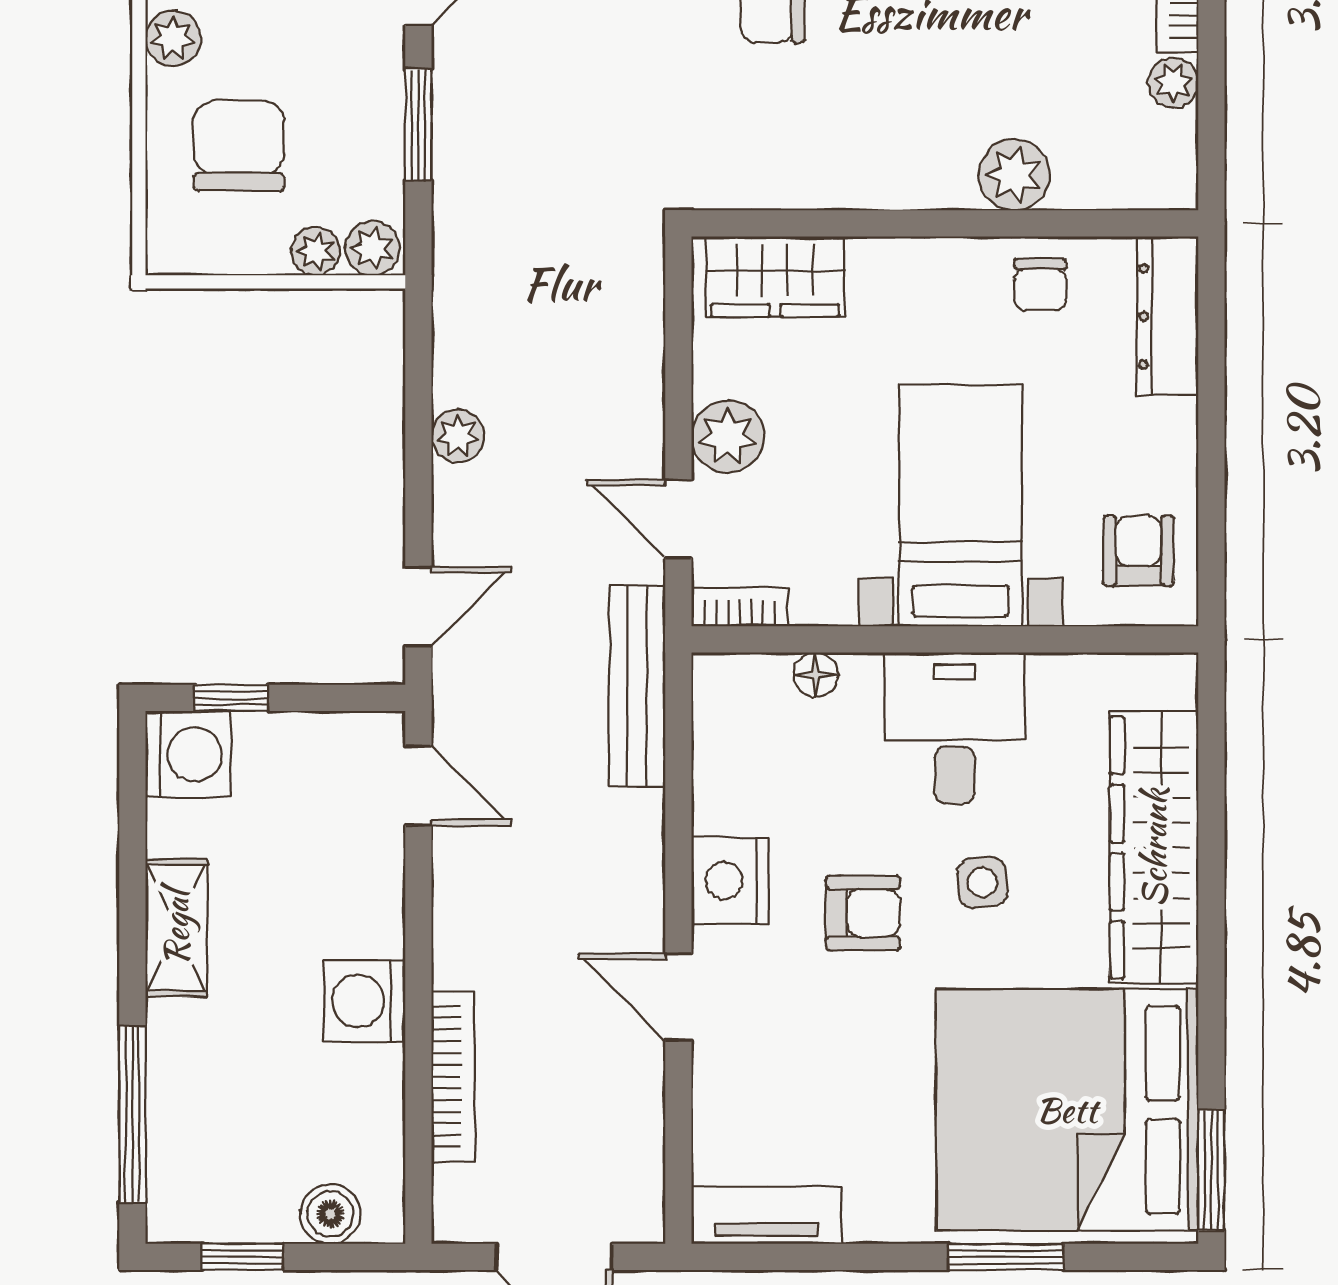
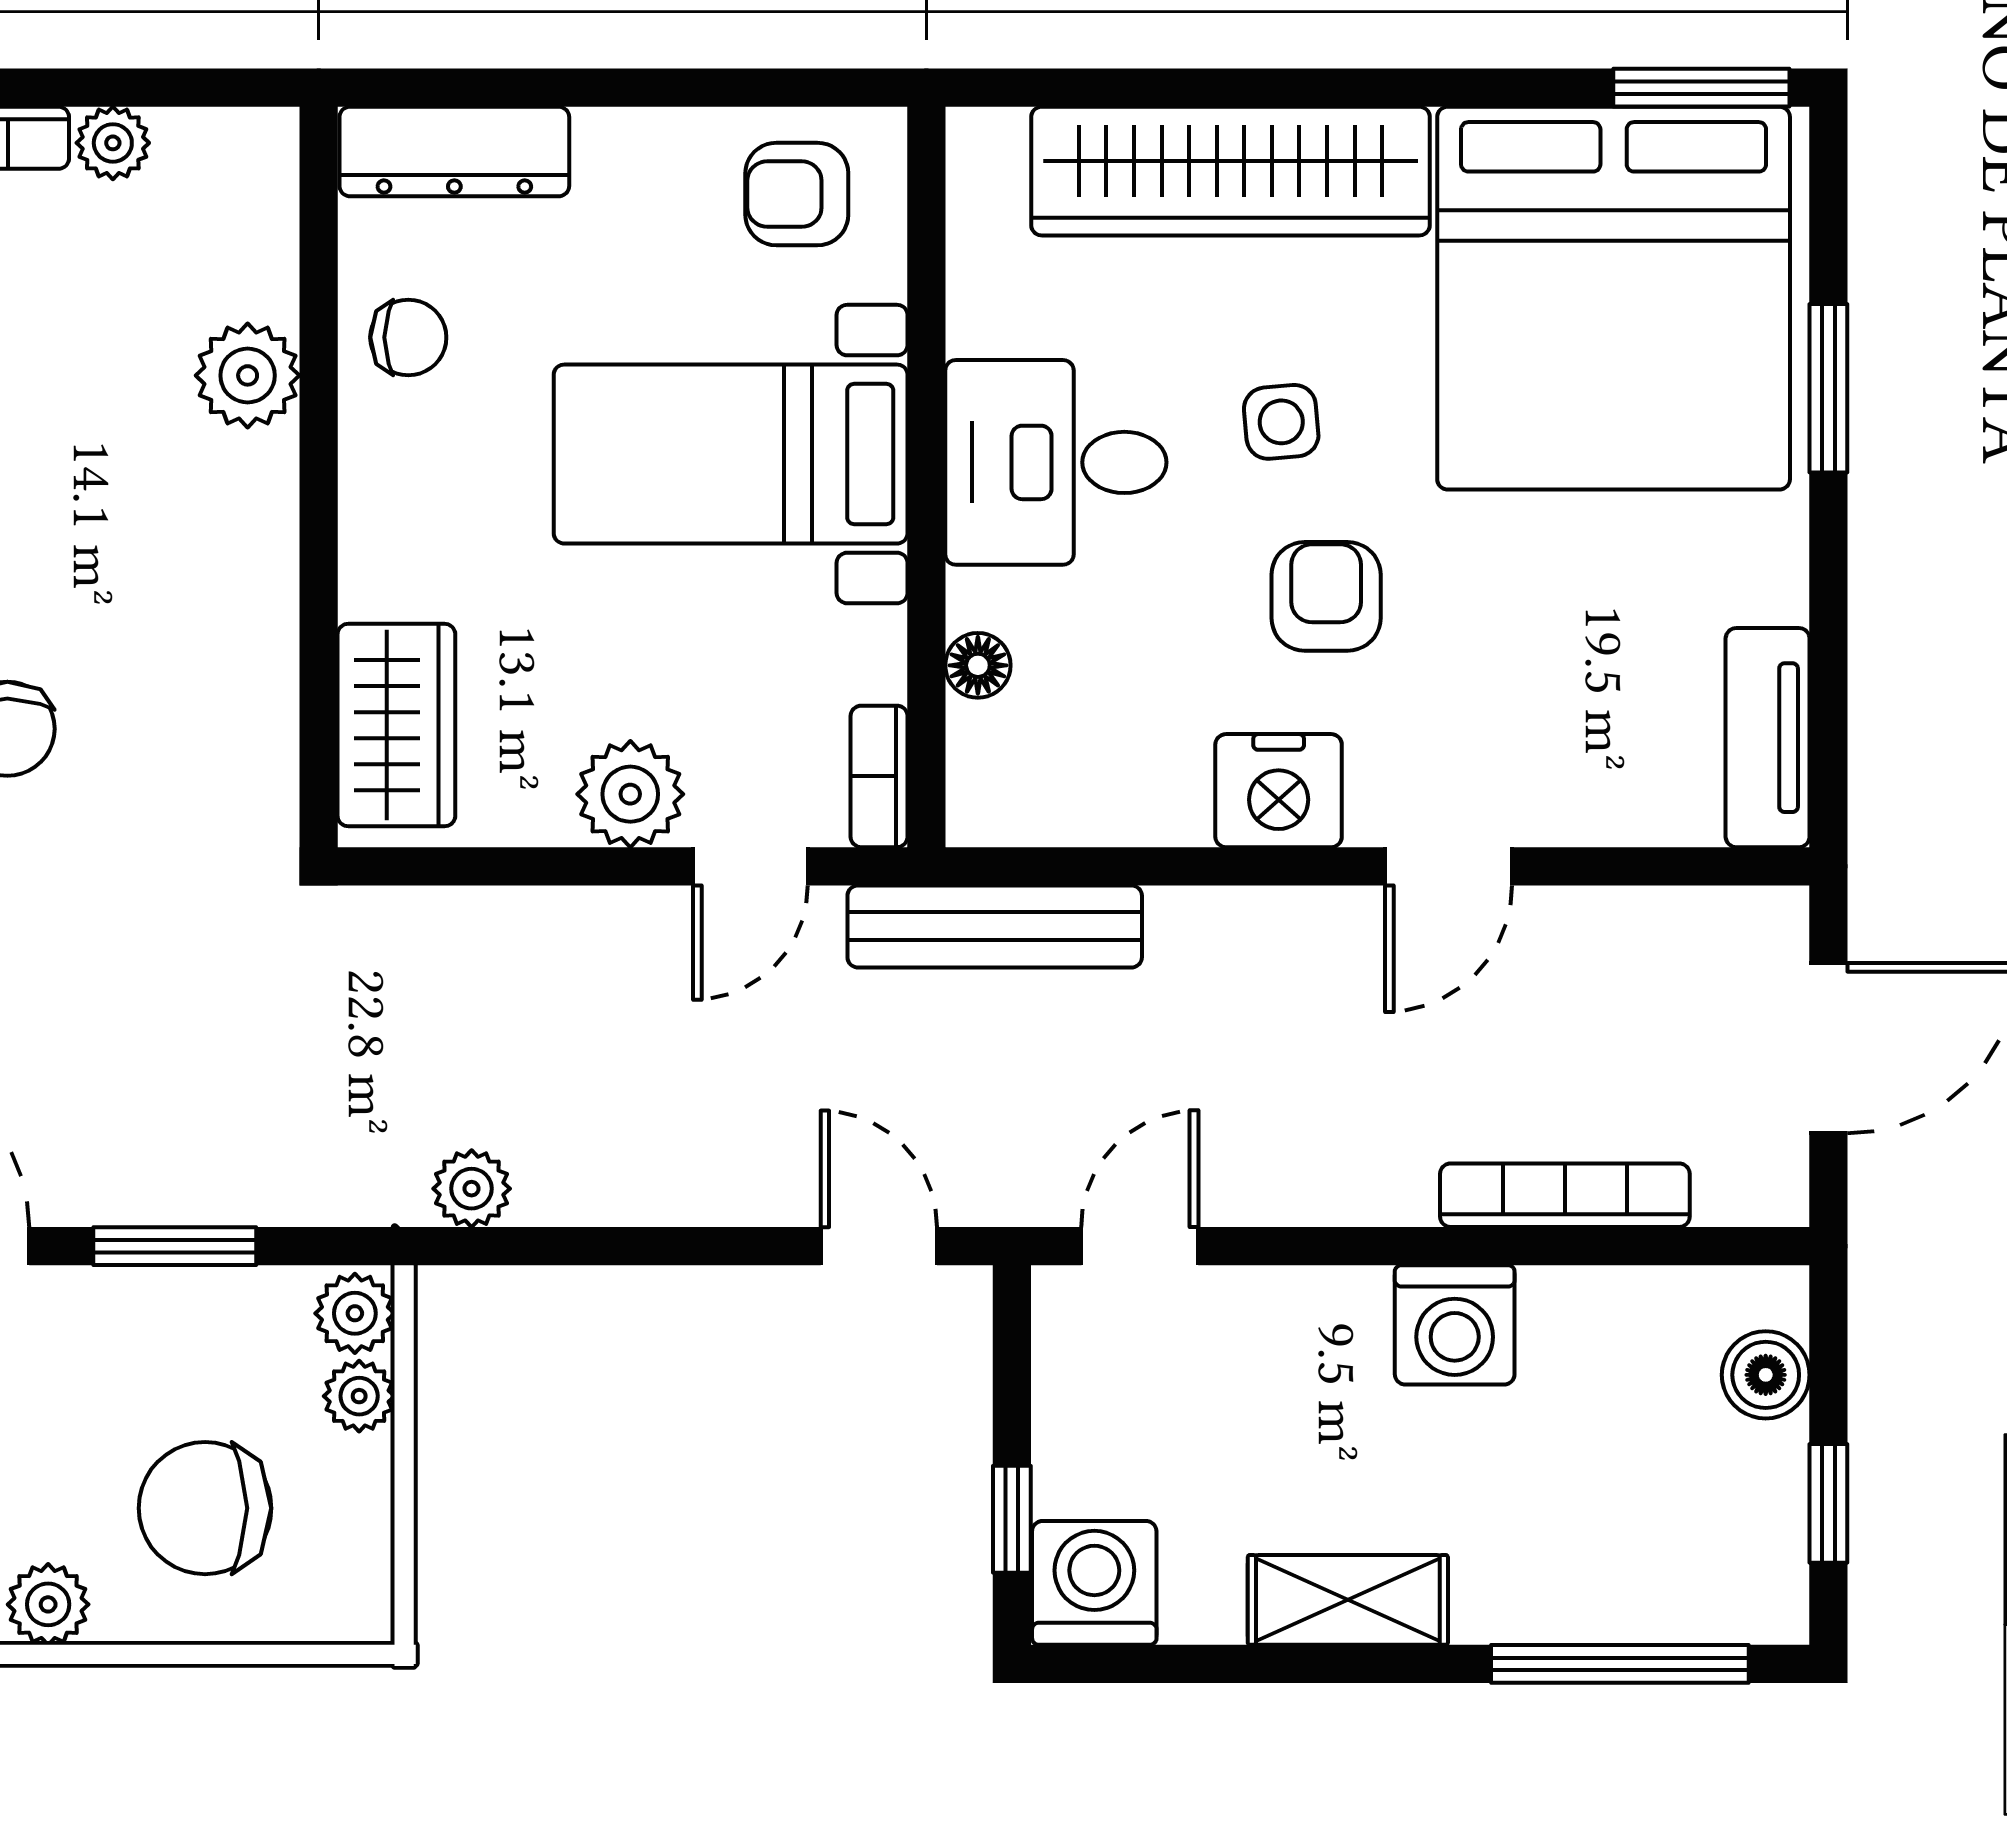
plant: (458, 436) -> (472, 1189), moved

